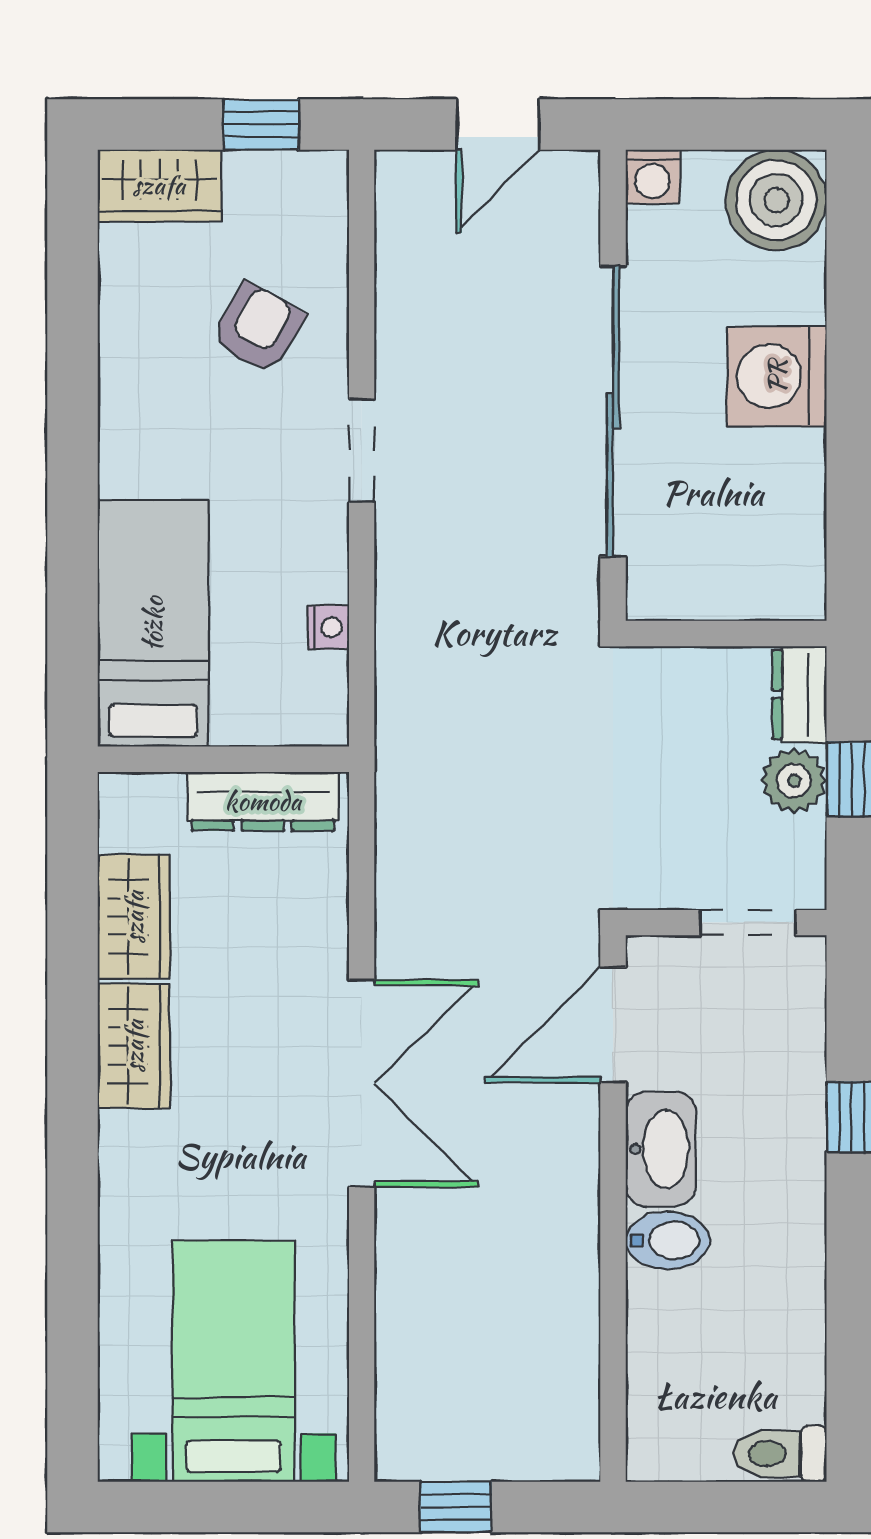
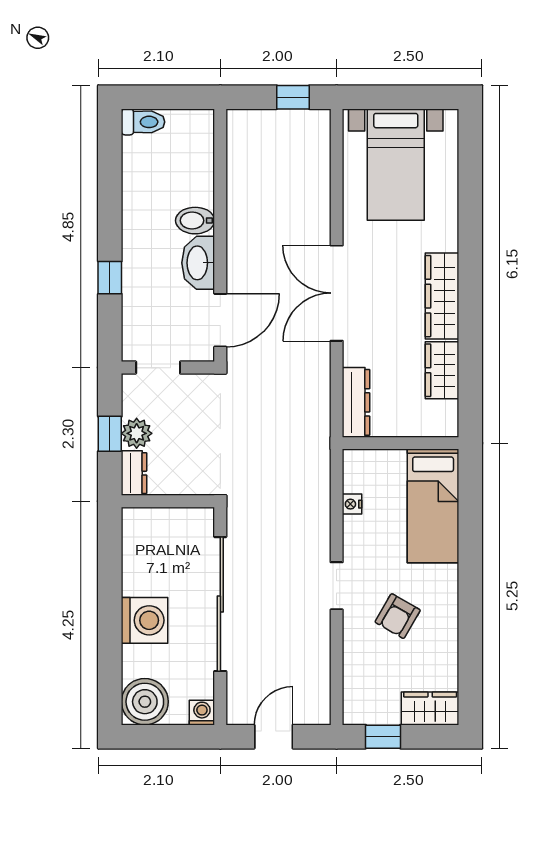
armchair: (257, 328) -> (398, 616), moved
dresser: (263, 801) -> (356, 402), moved, turned 90
wardrobe: (134, 1046) -> (442, 296), width x1.50

